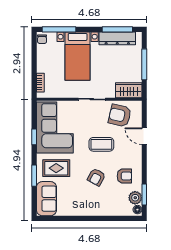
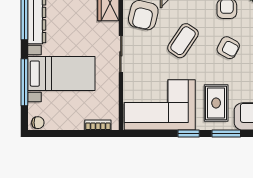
window: (59, 29) -> (24, 82), moved
window: (34, 137) -> (189, 134), moved
coffee table: (101, 144) -> (183, 41), turned 34

